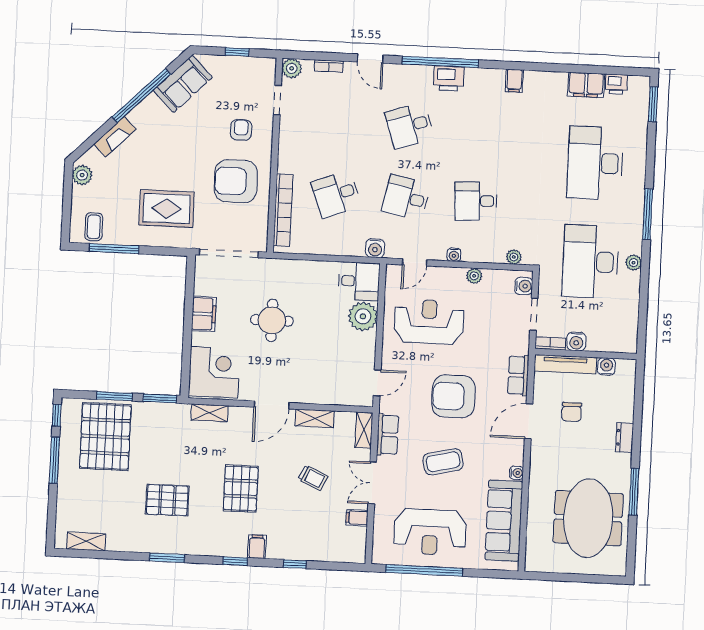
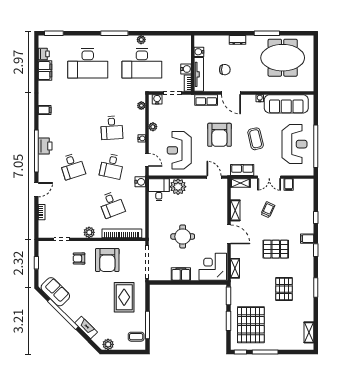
plant: (292, 68) -> (89, 232), moved
pallet: (105, 437) -> (251, 325), turned 90

